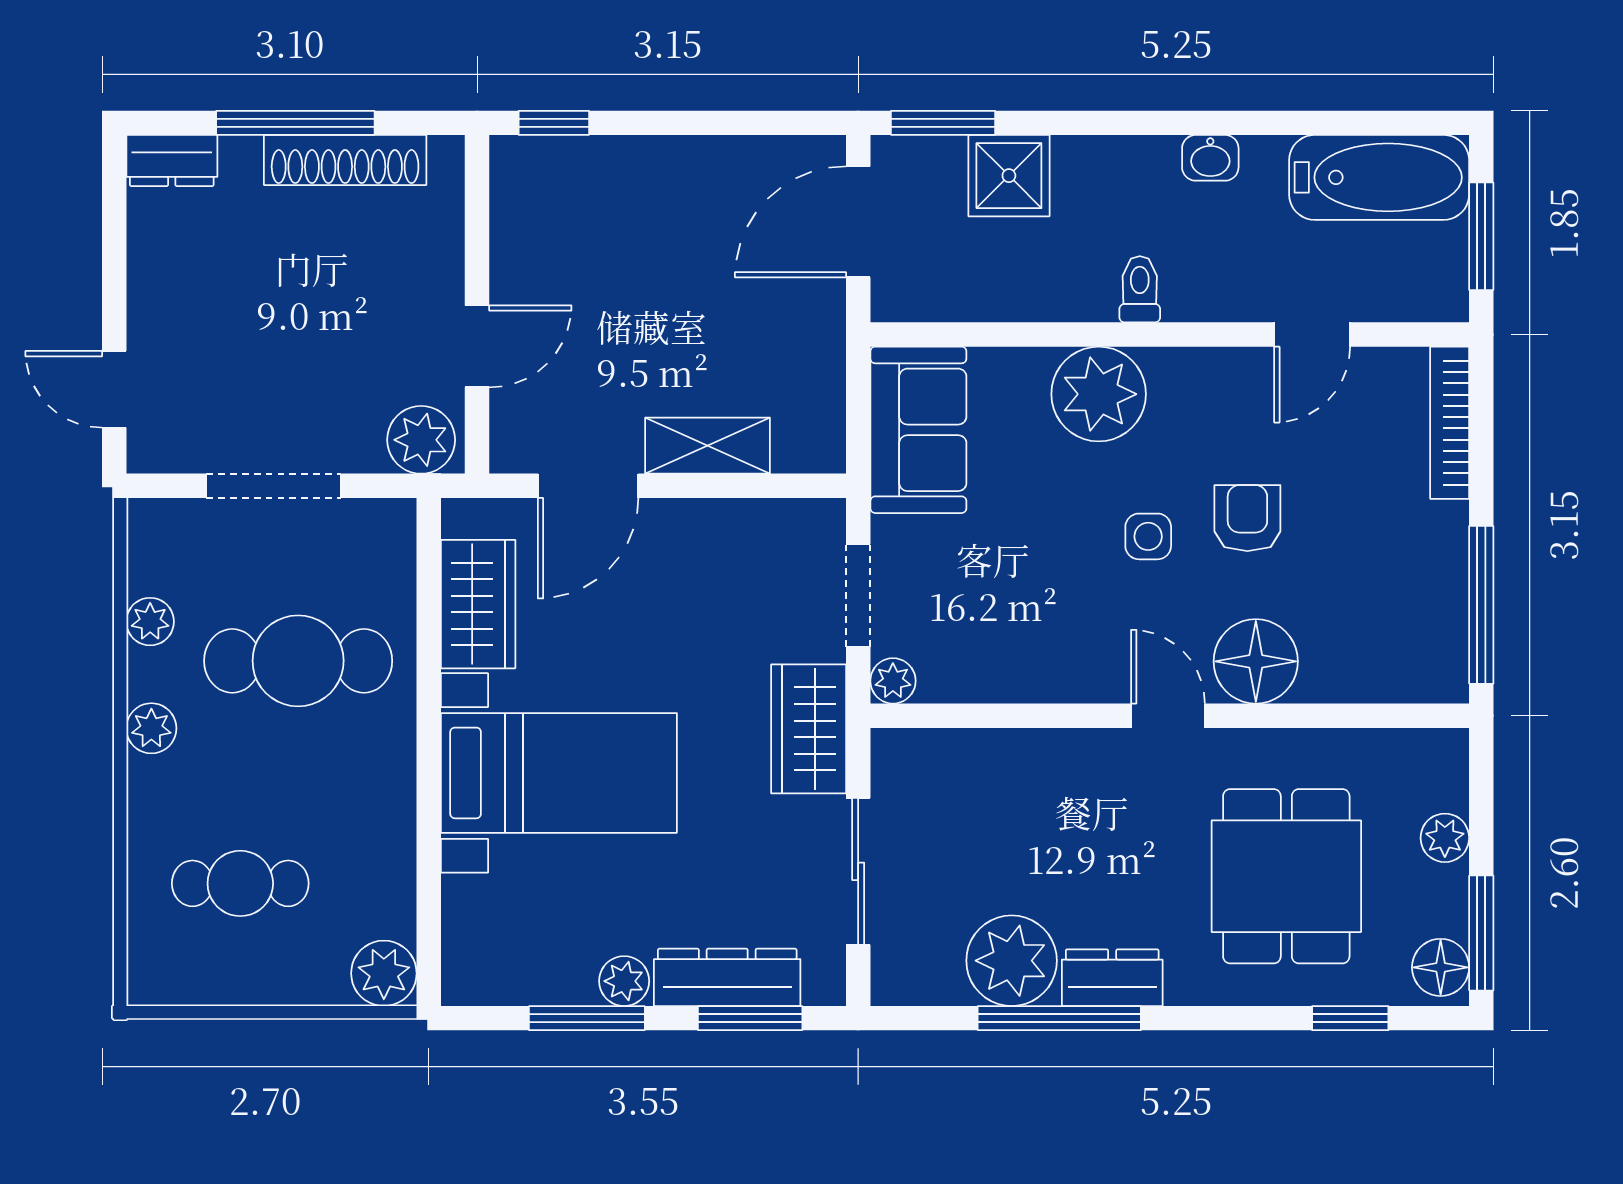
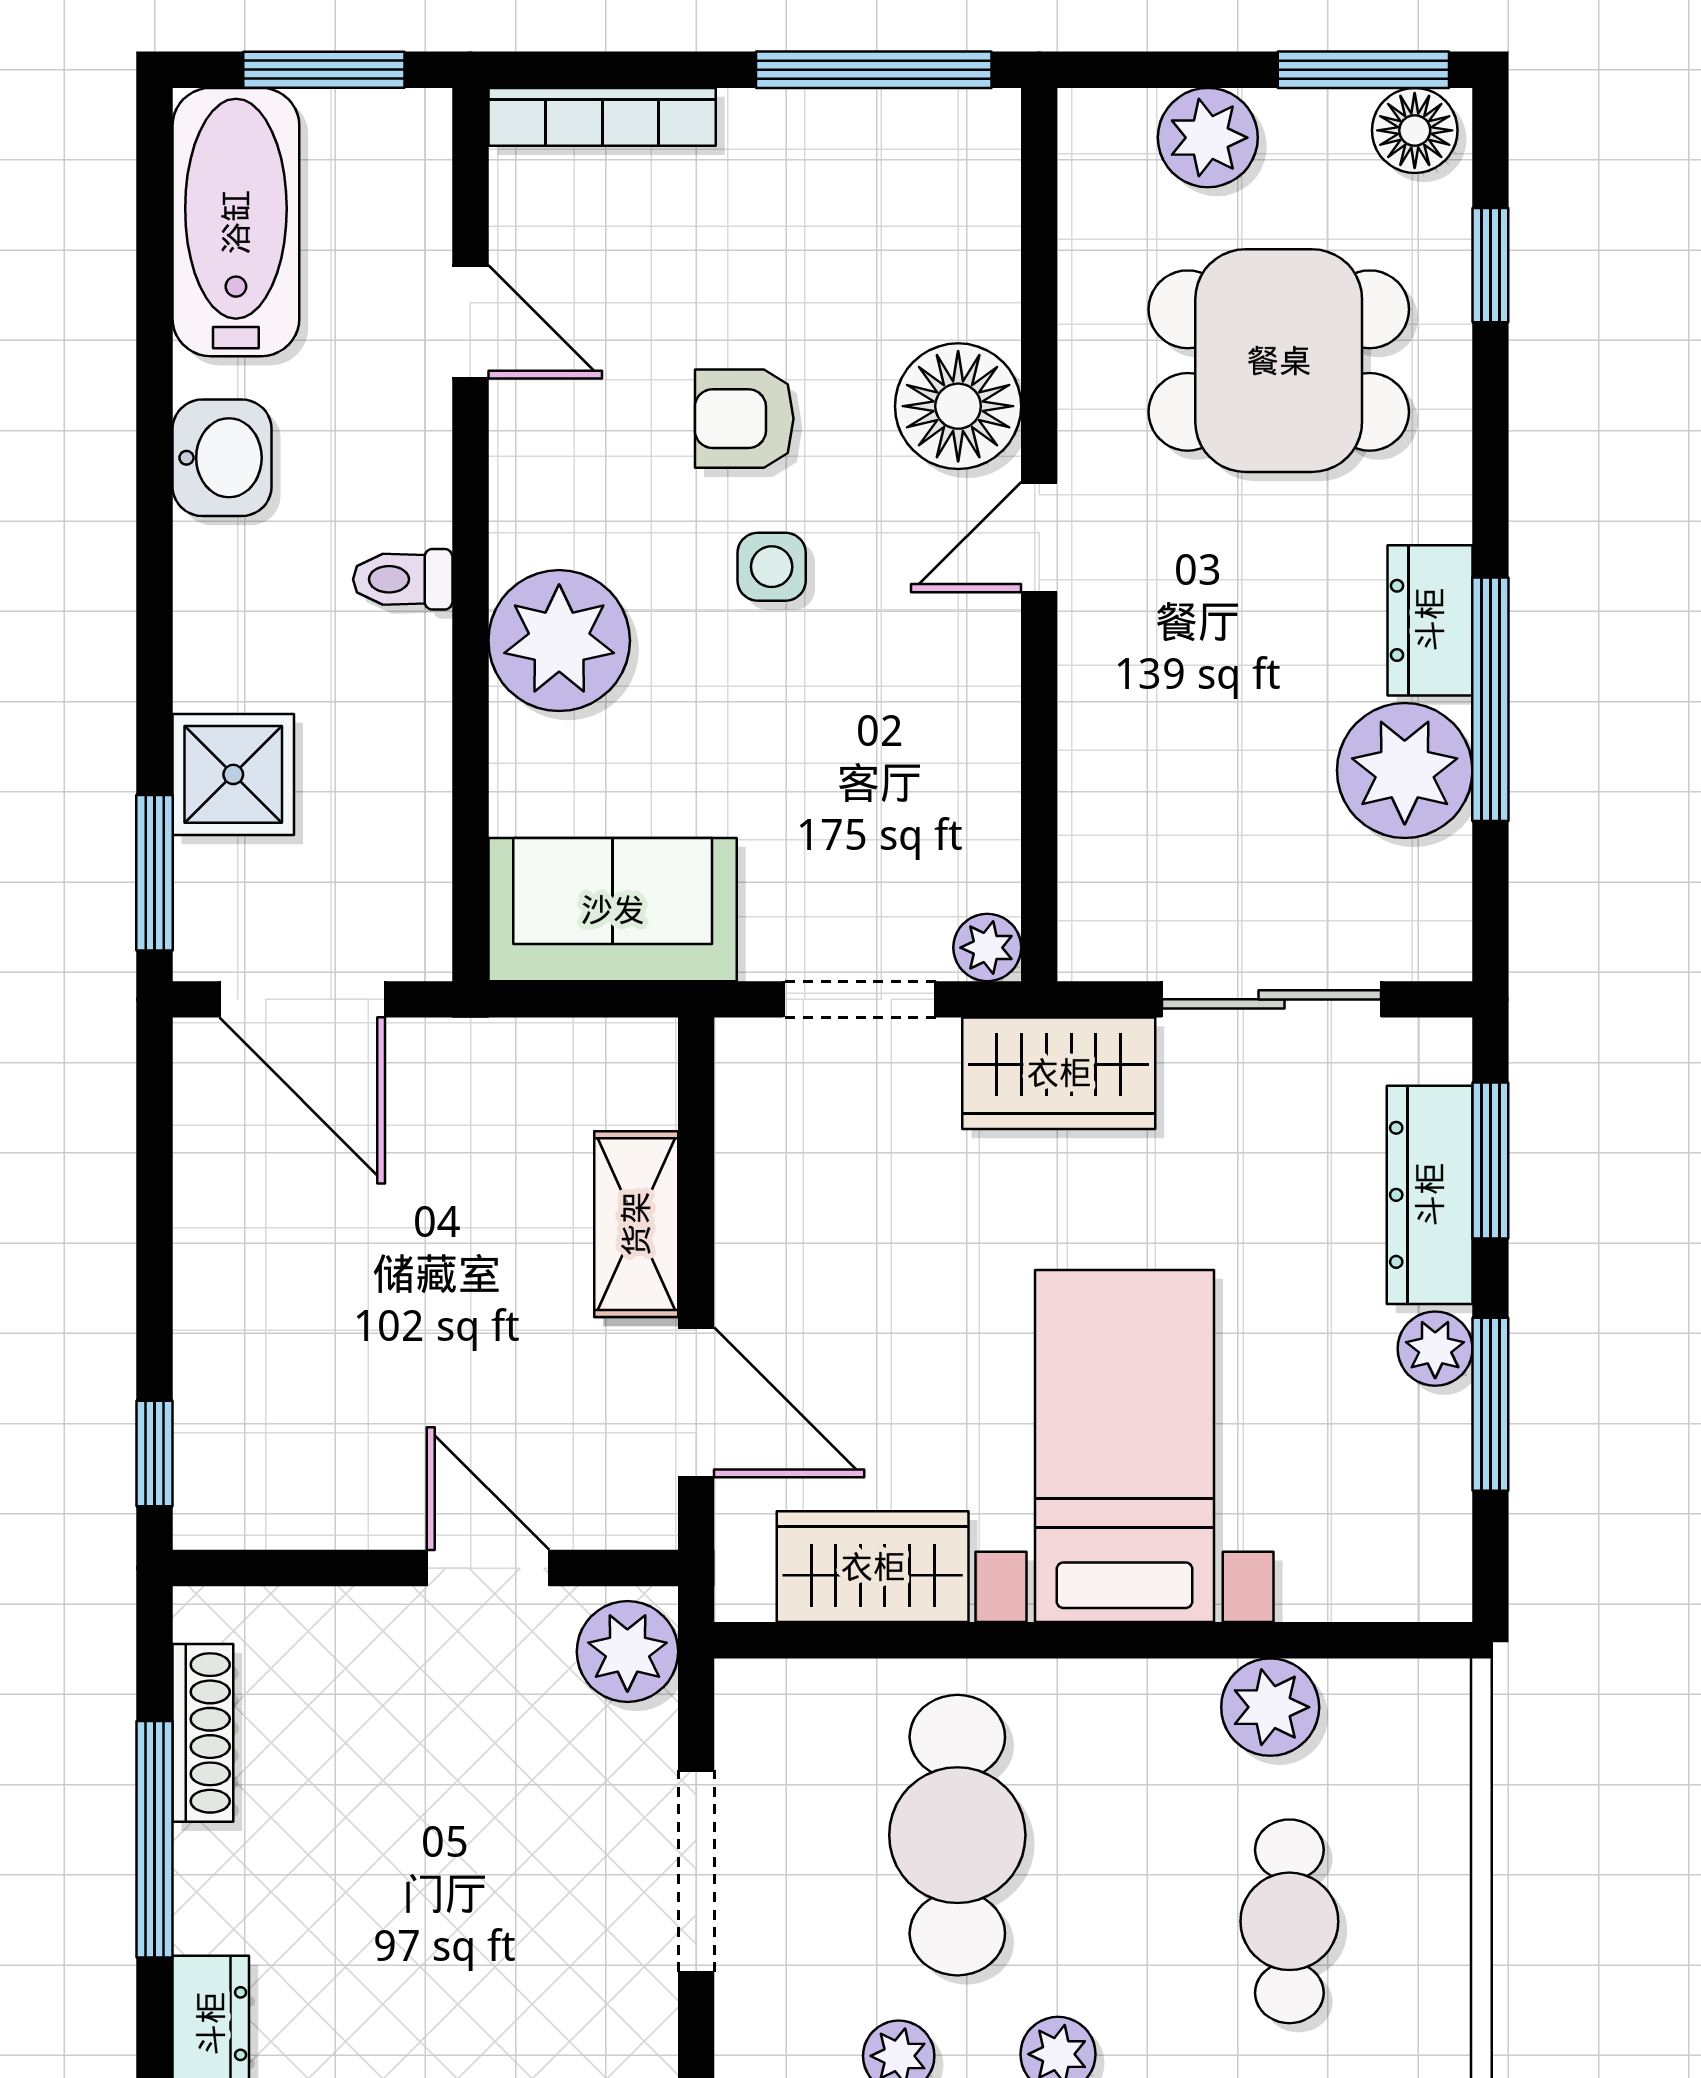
washbasin: (1210, 158) -> (222, 458), width x1.38, depth x1.45
shoe rack: (345, 160) -> (203, 1733), width x0.74, depth x0.81
plant: (1445, 838) -> (1208, 138), width x1.38, depth x1.38
plant: (384, 973) -> (1270, 1707), moved

